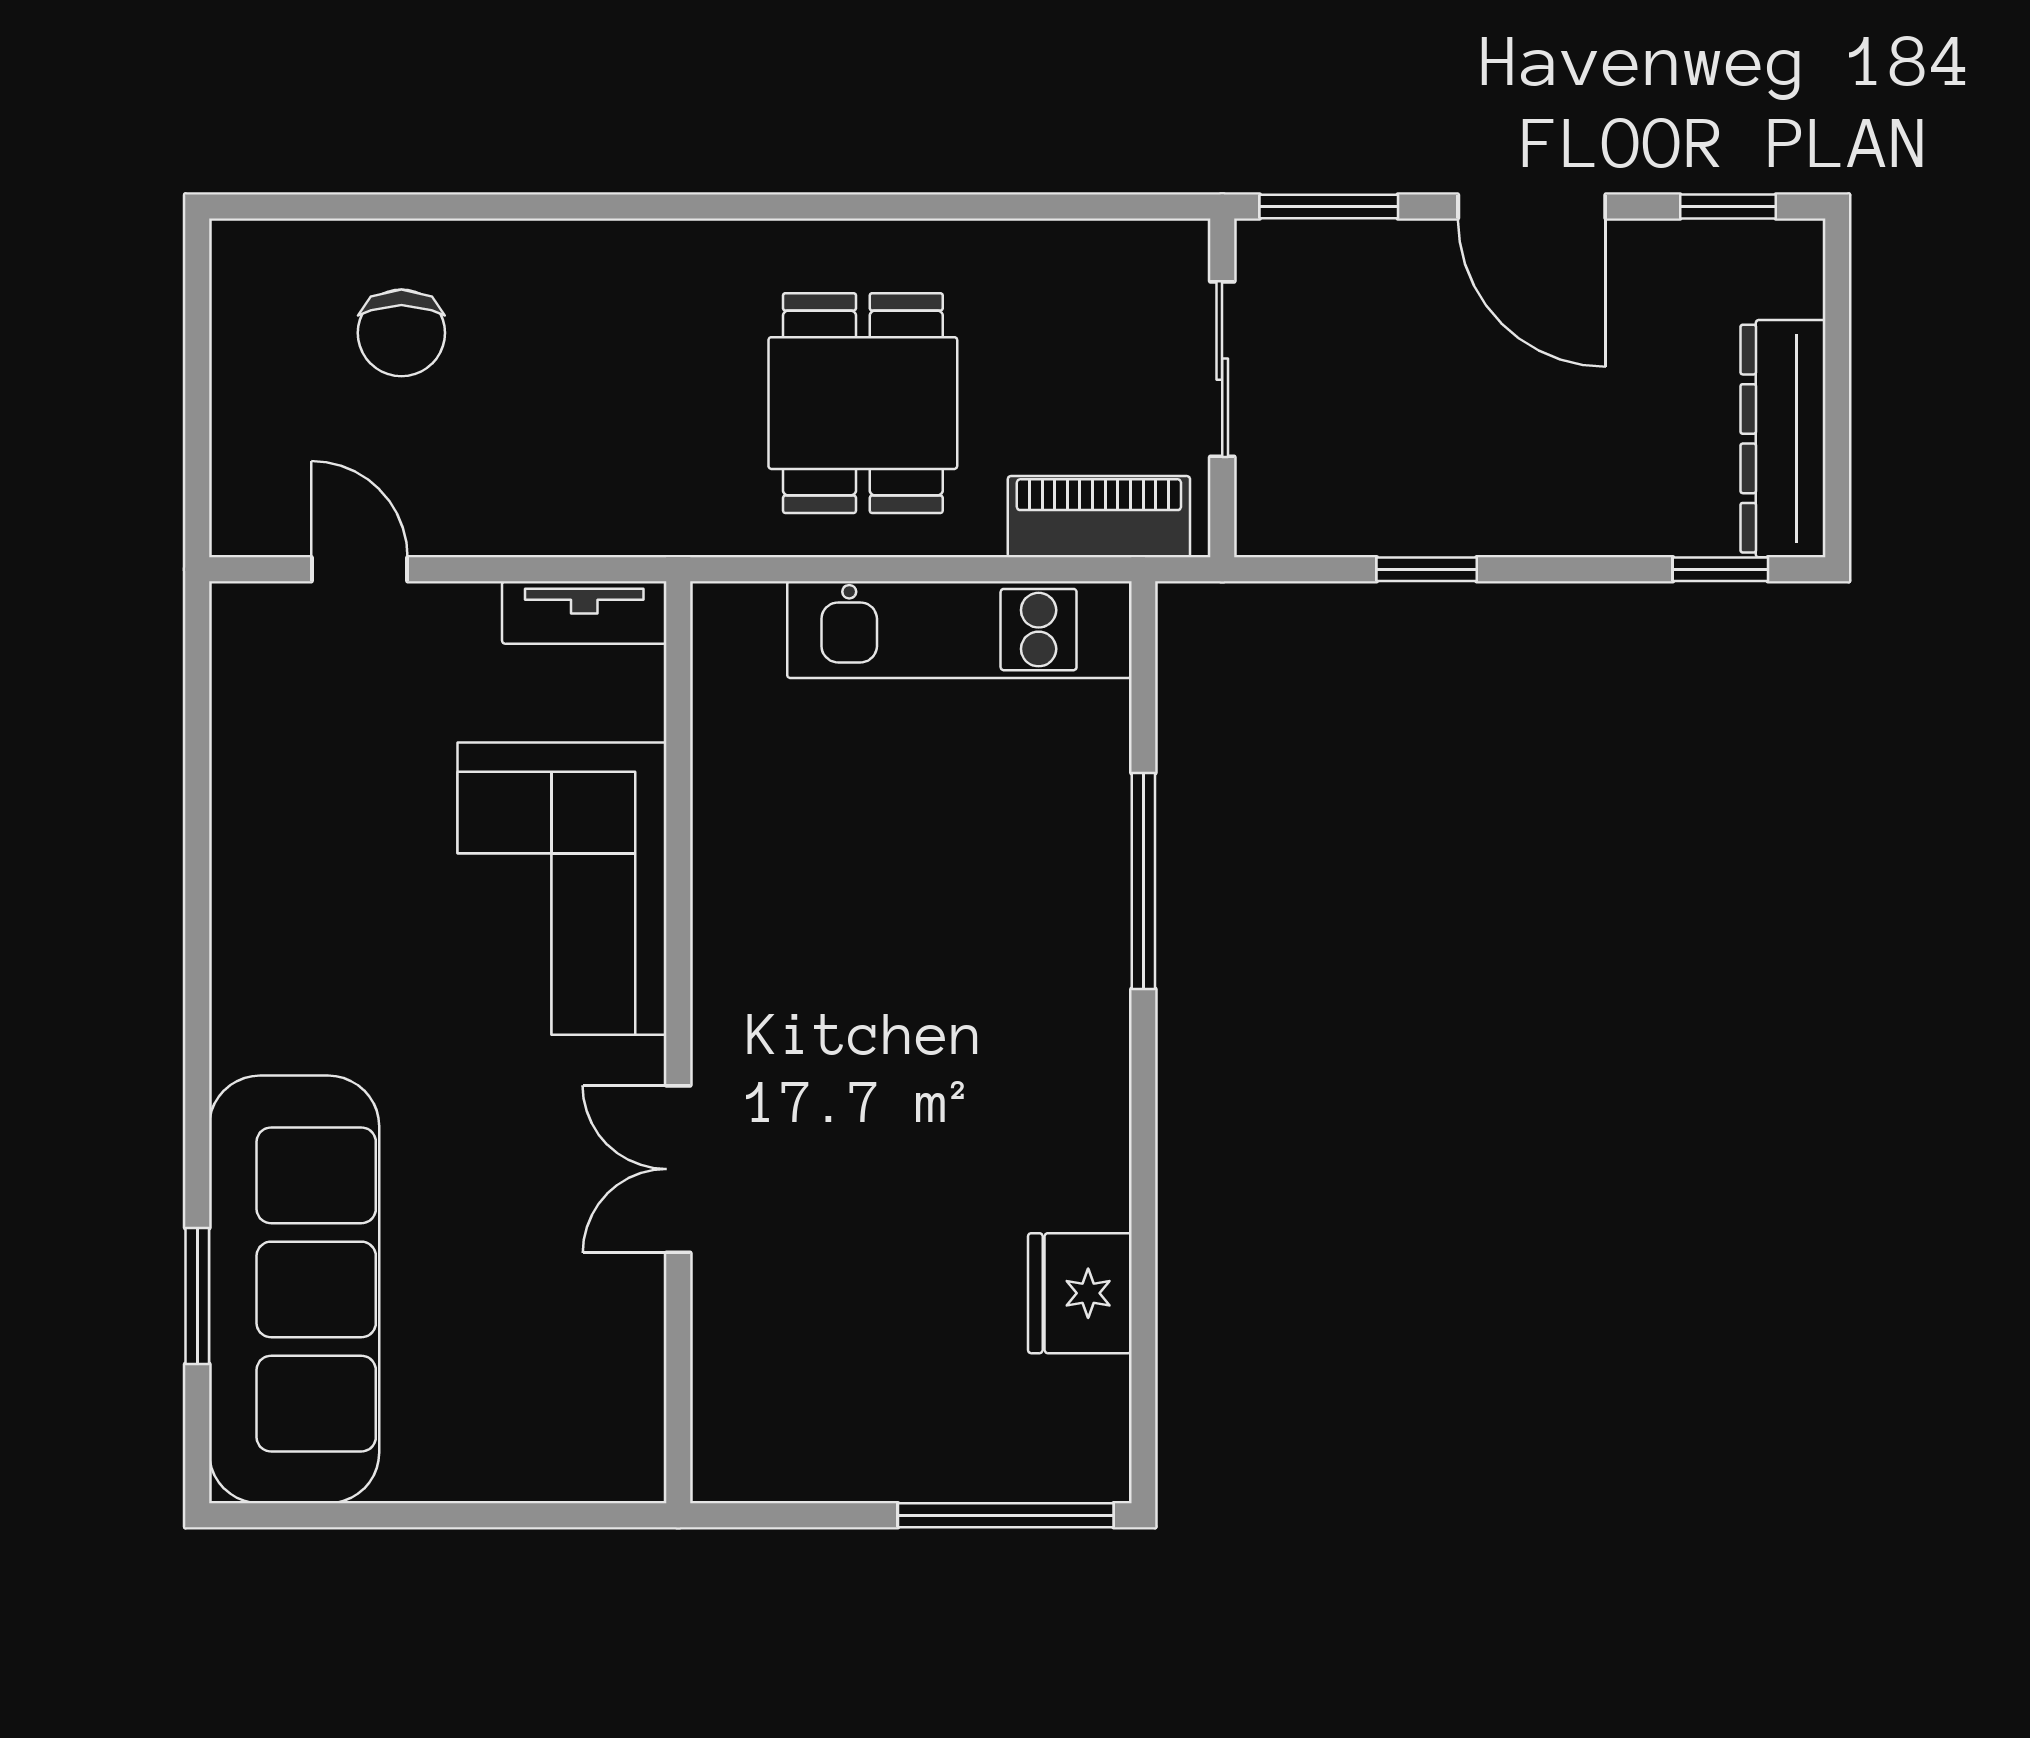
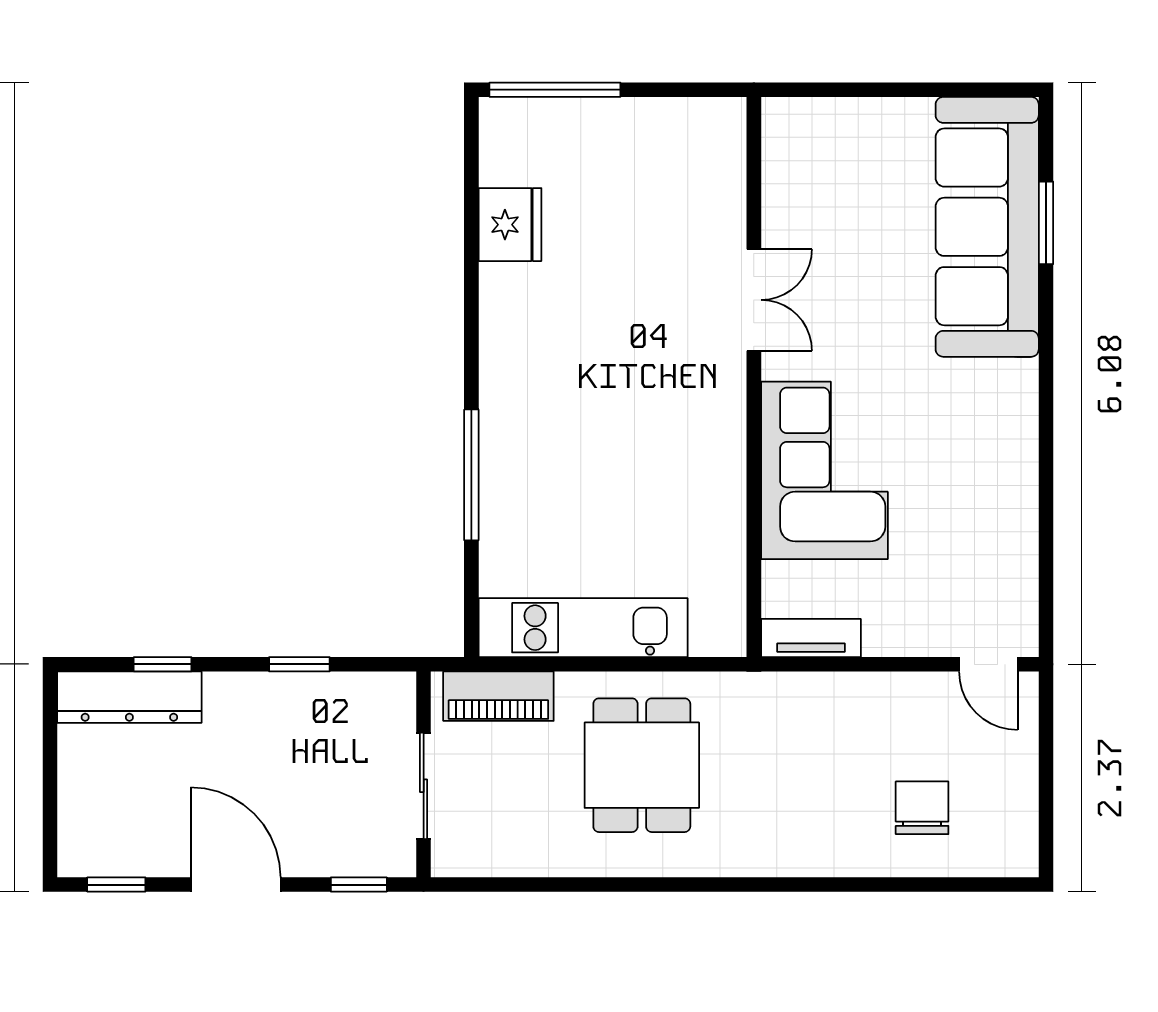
window: (1329, 207) -> (359, 885), width x0.67
dresser: (1783, 439) -> (129, 697), moved, turned 90
door: (360, 569) -> (988, 664), moved
window: (1720, 569) -> (163, 664), moved

